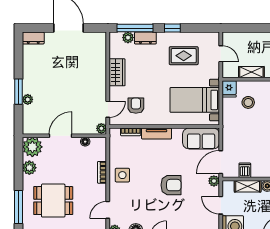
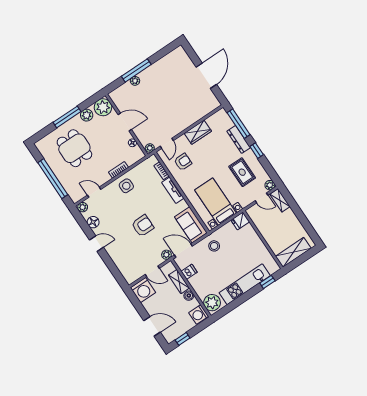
dresser: (33, 38) -> (182, 55), removed
plant: (128, 38) -> (270, 185), moved
dresser: (145, 38) -> (239, 139), width x1.44
door: (221, 54) -> (261, 198), hinge flipped
shelving: (251, 72) -> (280, 200), moved
window: (18, 92) -> (136, 70), width x1.44
stool: (248, 102) -> (214, 246), moved
door: (108, 109) -> (167, 143), hinge flipped
armchair: (171, 185) -> (143, 226), turned -90
door: (221, 205) -> (152, 271), swing flipped
window: (18, 207) -> (67, 117), moved

